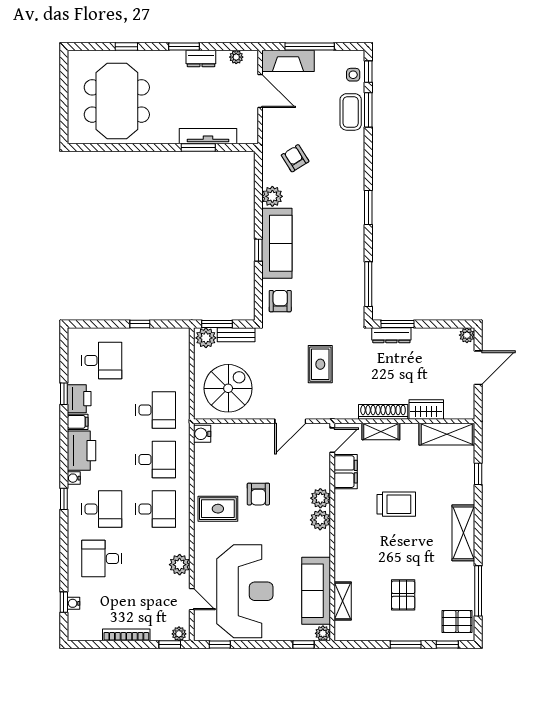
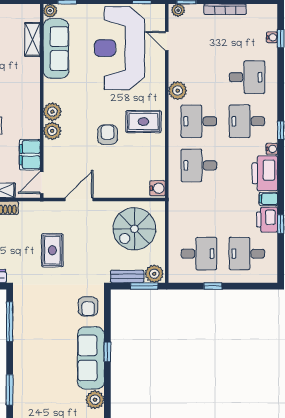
desk: (156, 410) -> (199, 254), moved, turned 180
plant: (180, 565) -> (178, 91), moved

